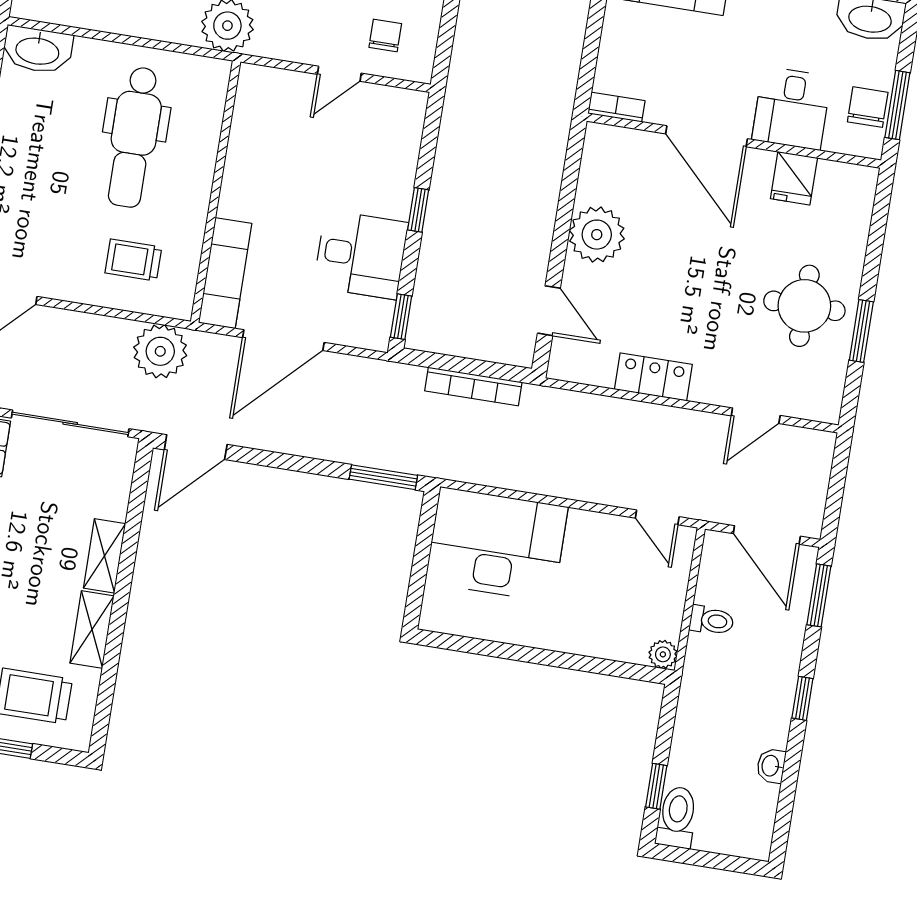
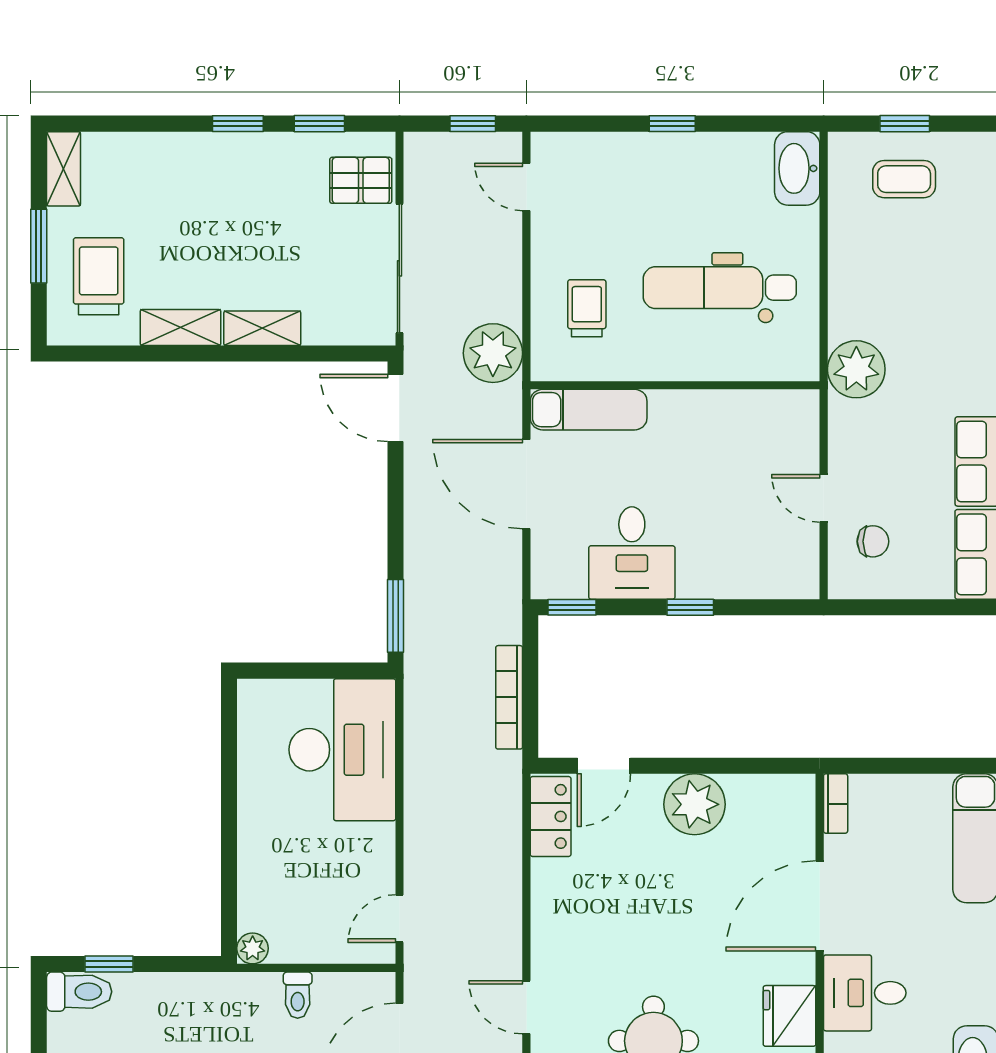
fridge: (794, 178) -> (790, 1016), width x1.38
locker: (653, 377) -> (551, 816), moved

